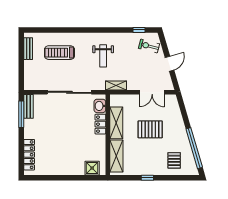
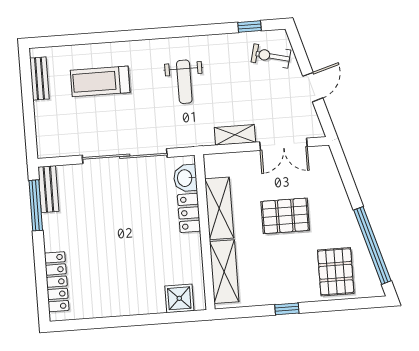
shelving: (116, 86) -> (235, 135), moved
pallet: (174, 160) -> (336, 272), width x1.50, depth x1.42

